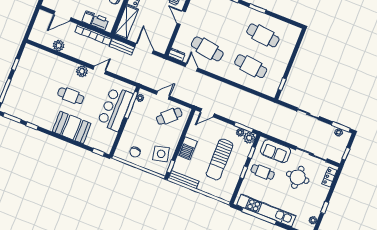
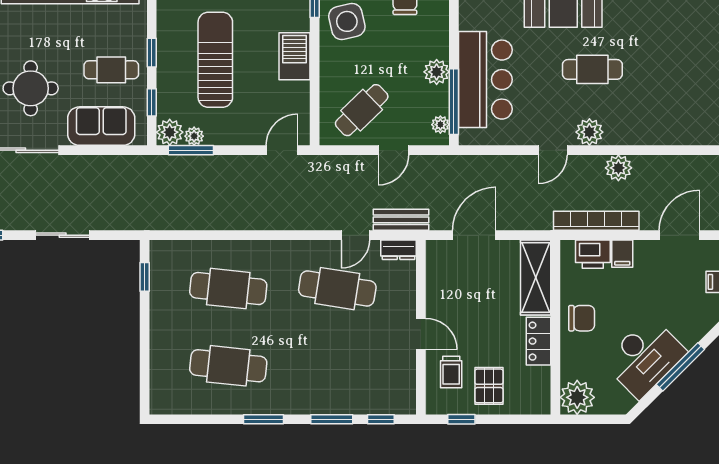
plant: (59, 45) -> (618, 168), moved
bench: (122, 47) -> (401, 220), moved
door: (144, 48) -> (474, 235), swing flipped
door: (192, 67) -> (355, 235), hinge flipped
plant: (133, 119) -> (437, 72), added

